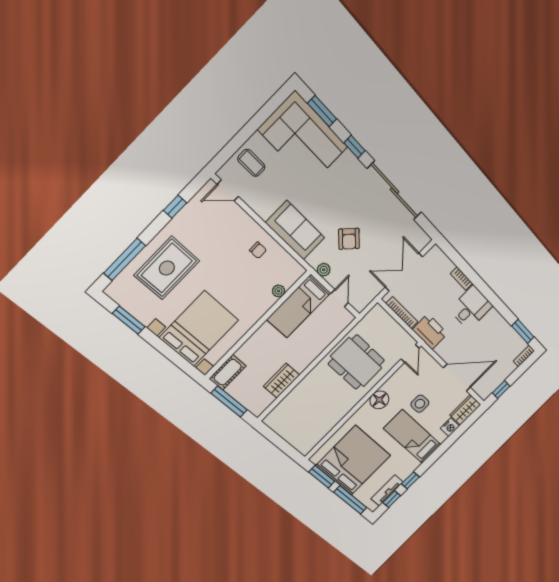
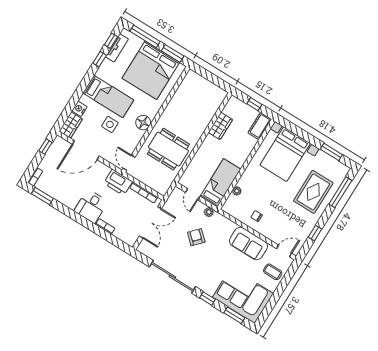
sofa: (295, 230) -> (249, 244), moved
window: (229, 402) -> (254, 104), width x0.46

